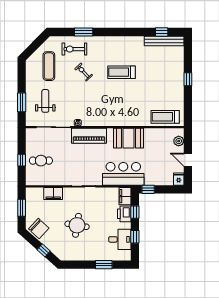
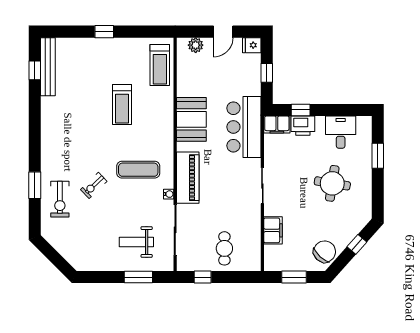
exercise mat: (49, 66) -> (138, 170), moved
treadmill: (121, 72) -> (122, 105), moved
window: (22, 160) -> (203, 277), moved
window: (148, 189) -> (267, 73), moved
round table: (77, 225) -> (332, 183), moved
window: (135, 237) -> (337, 110), removed

